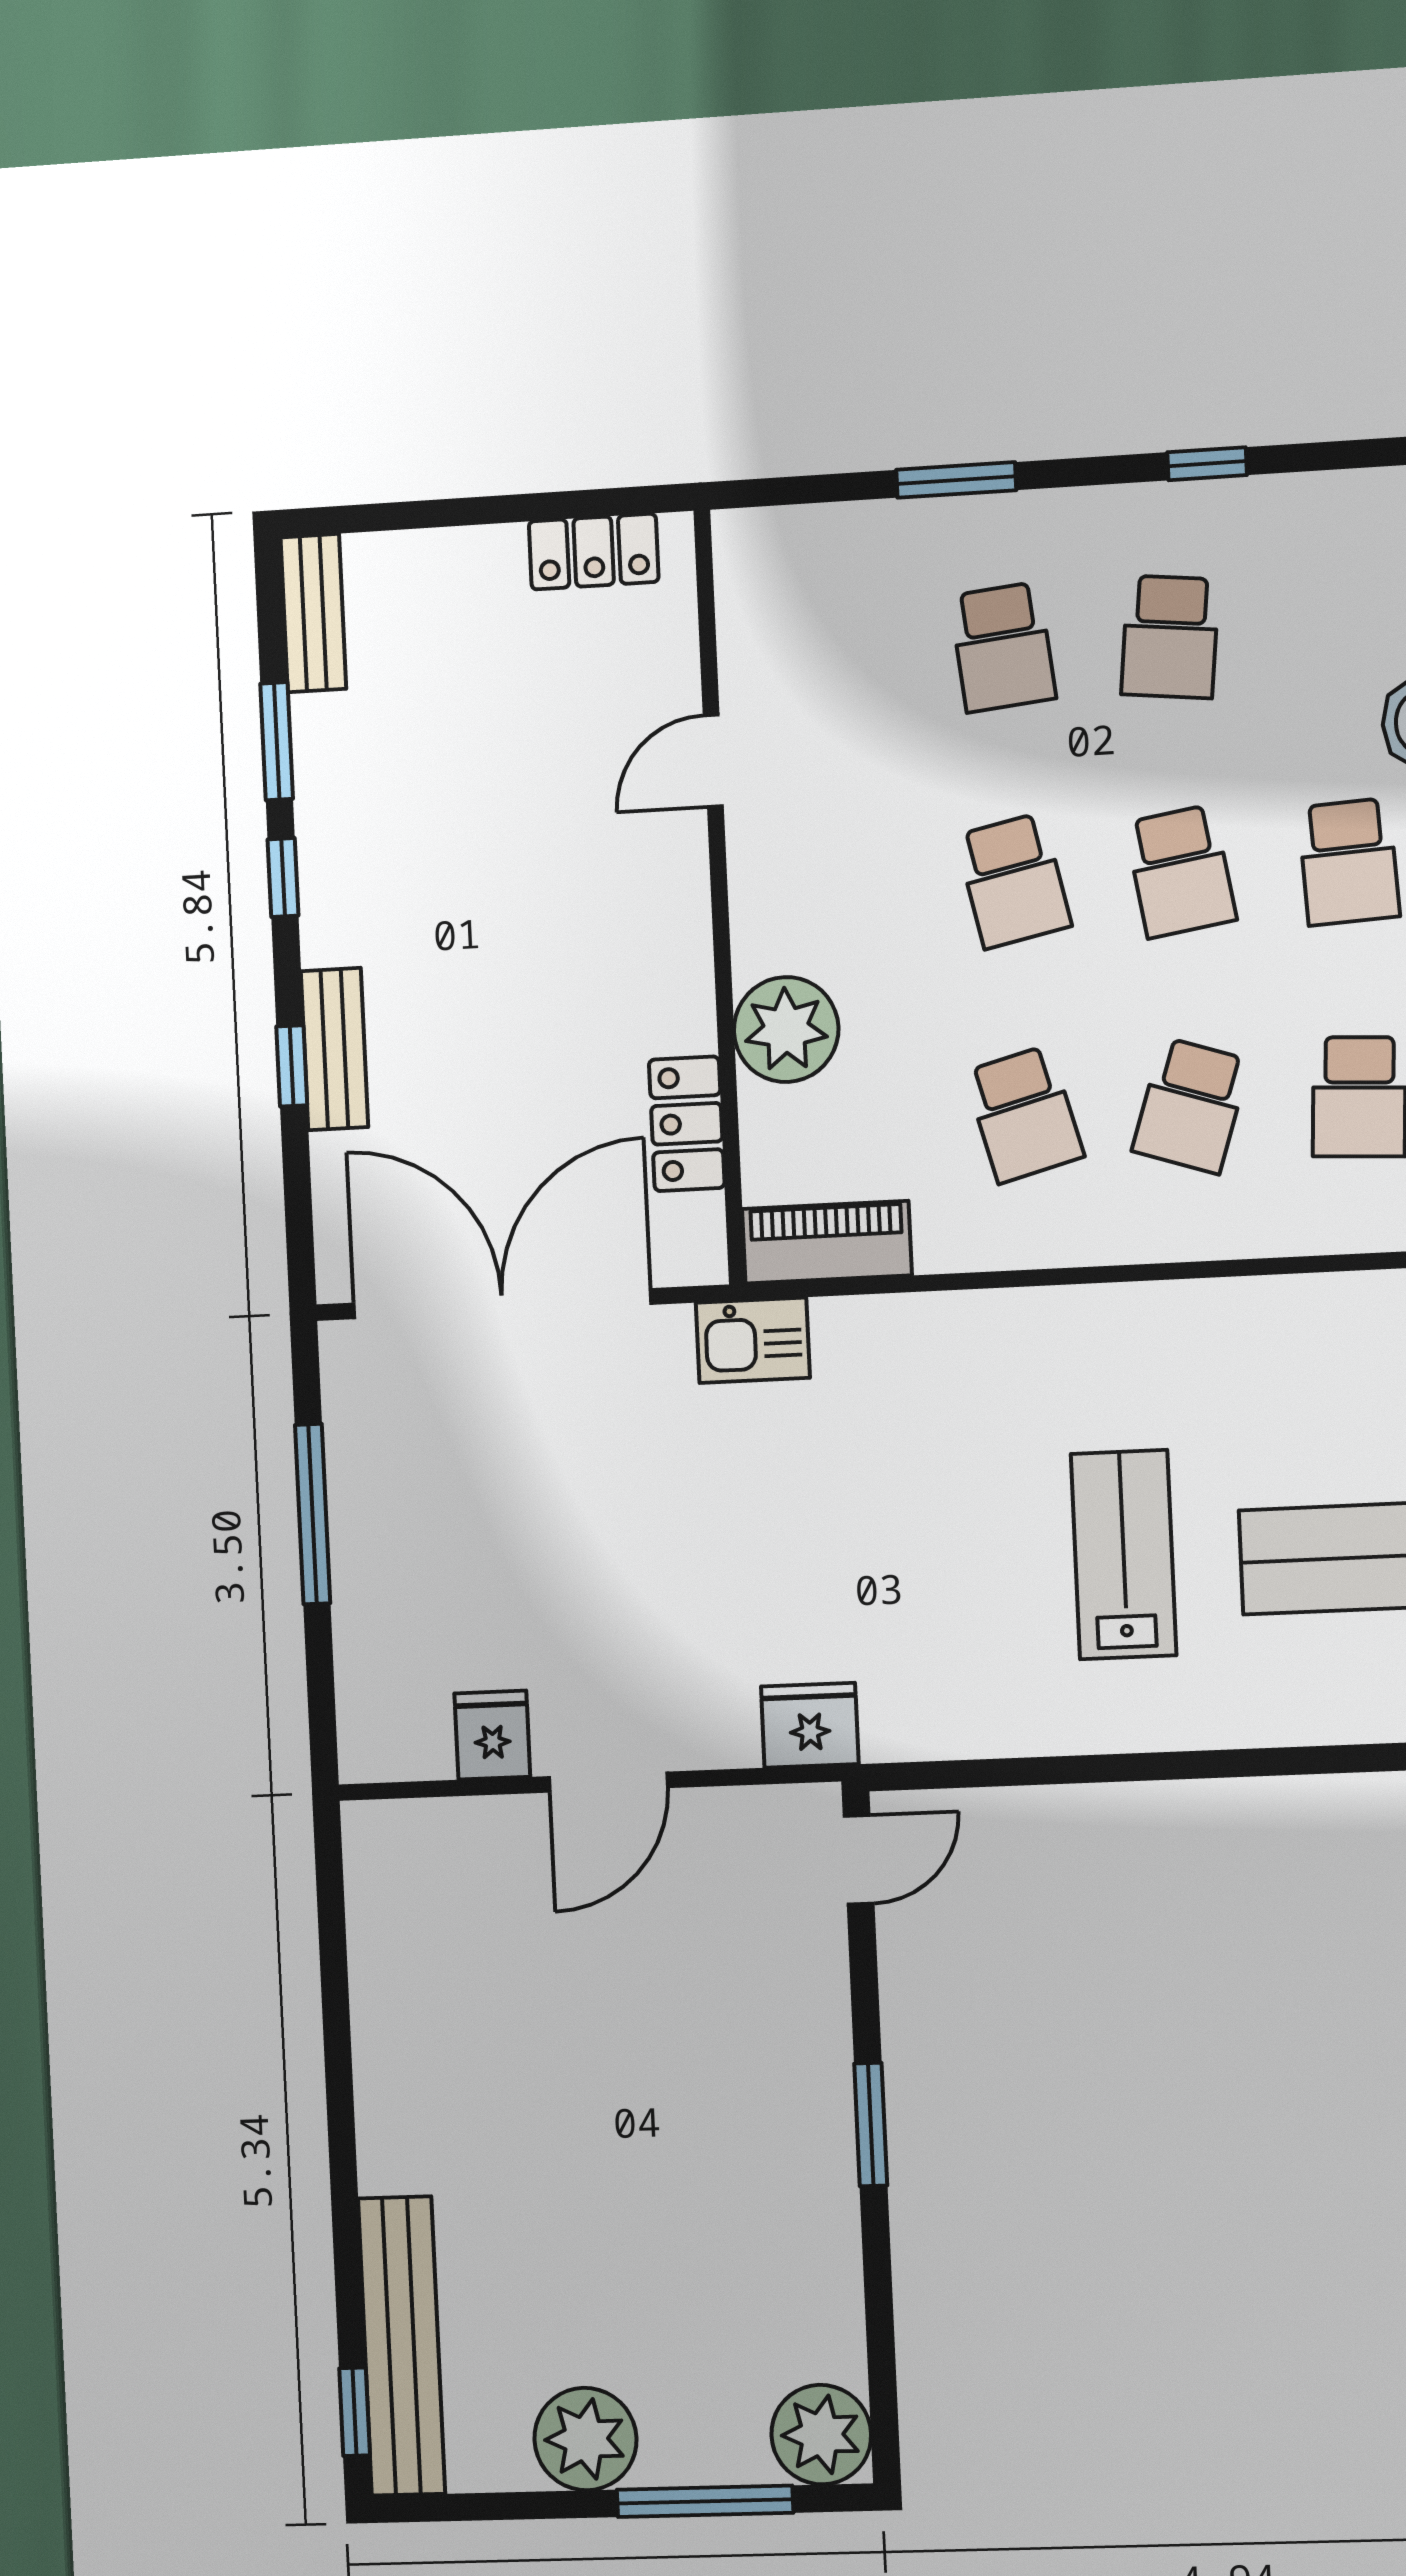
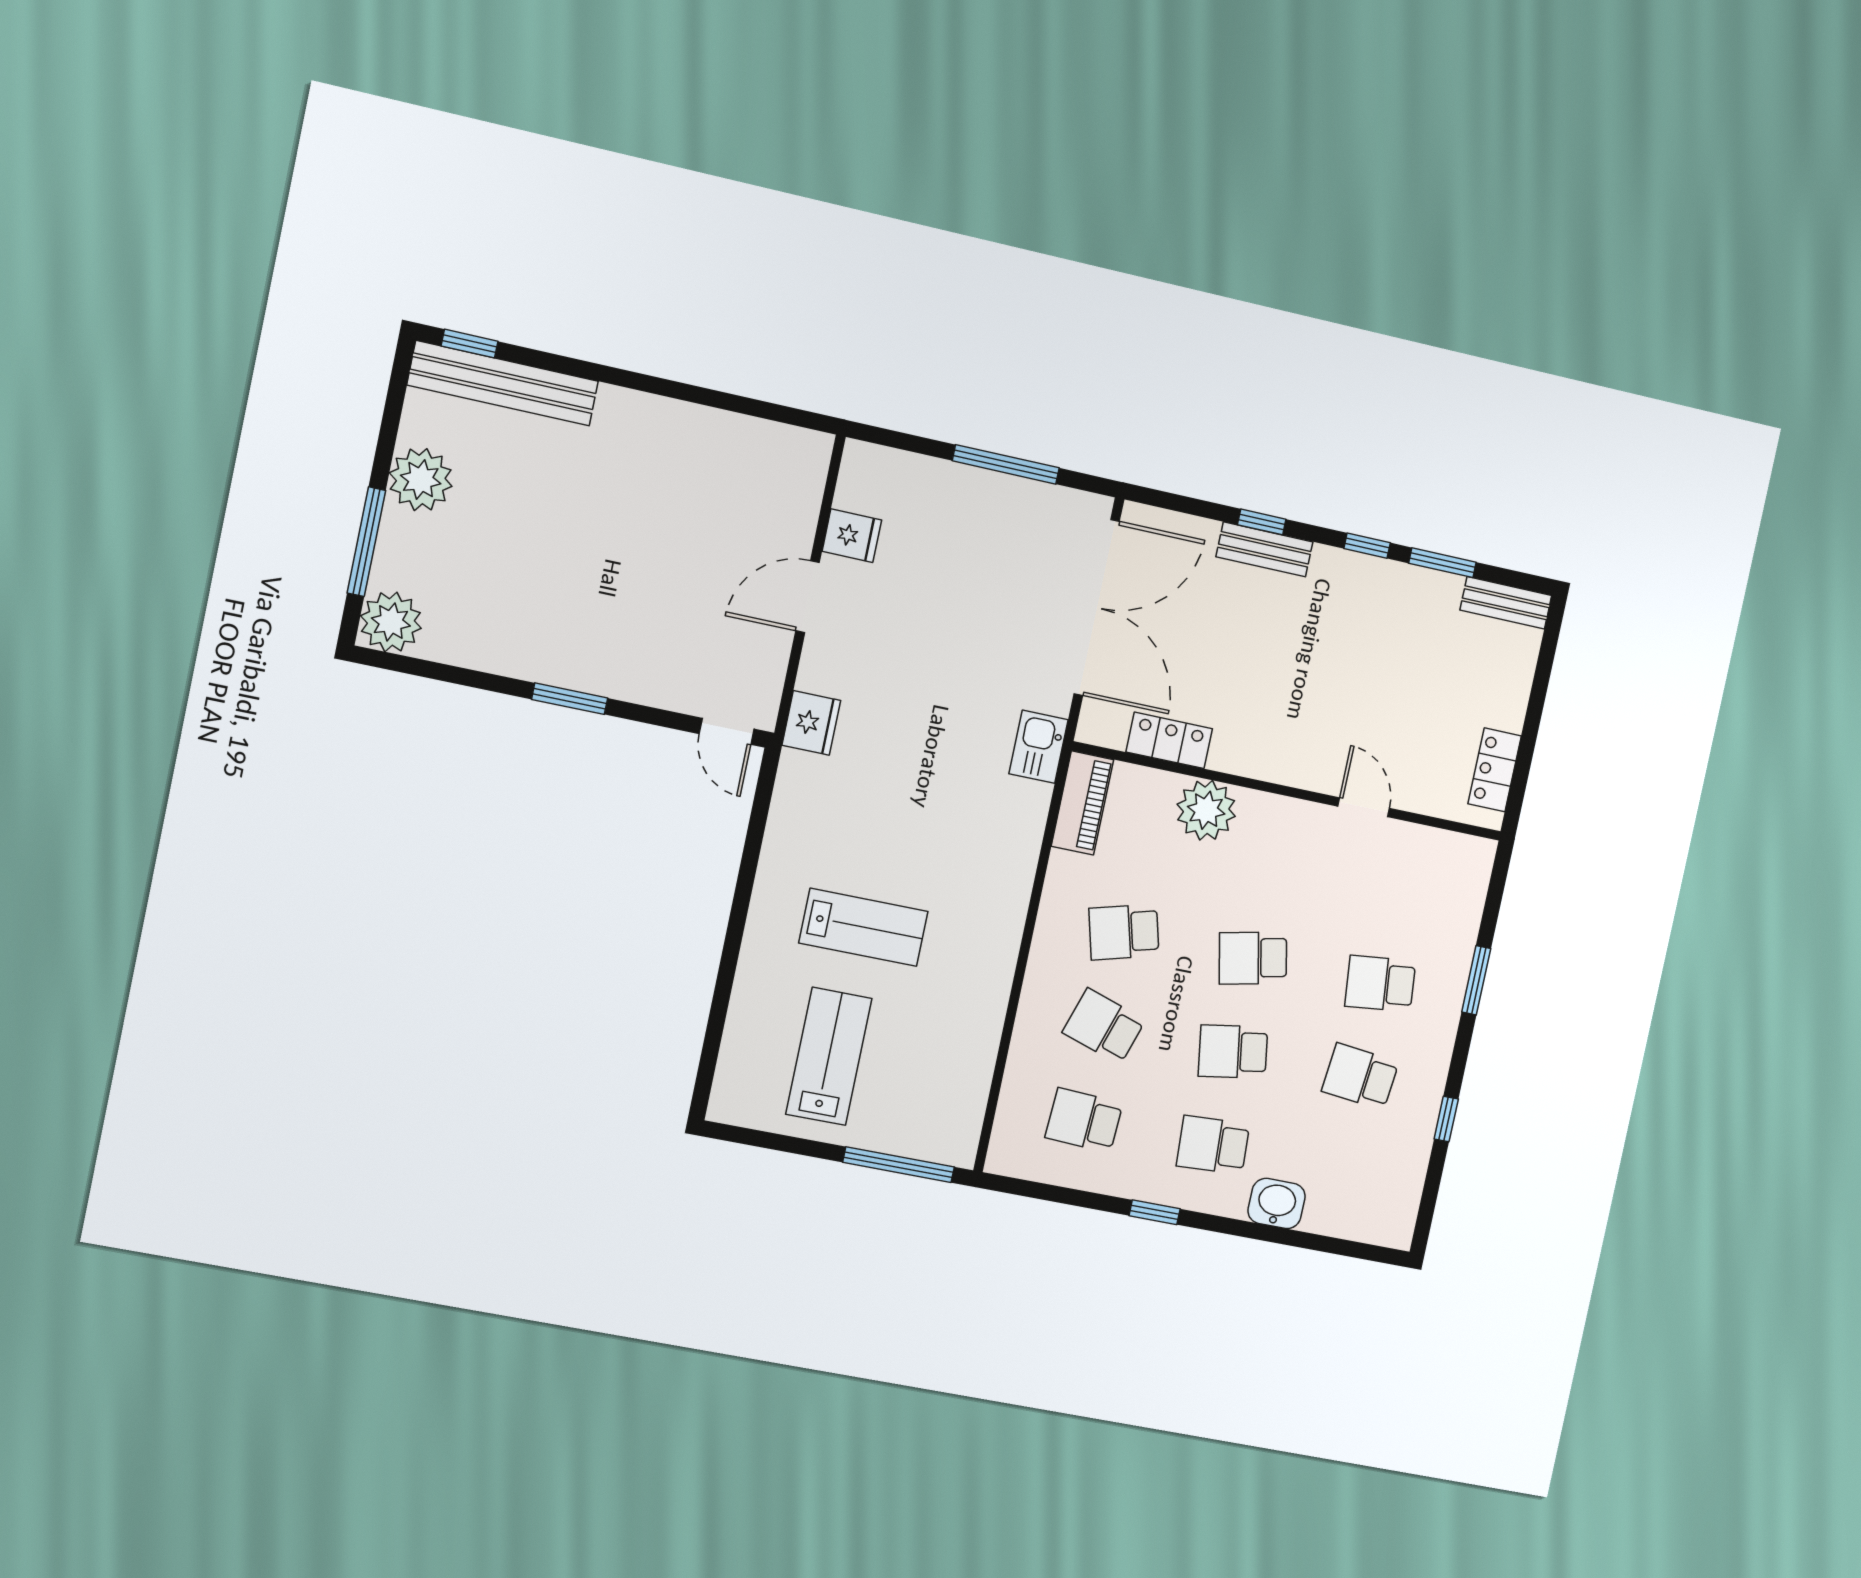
door: (608, 1782) -> (808, 597), hinge flipped

